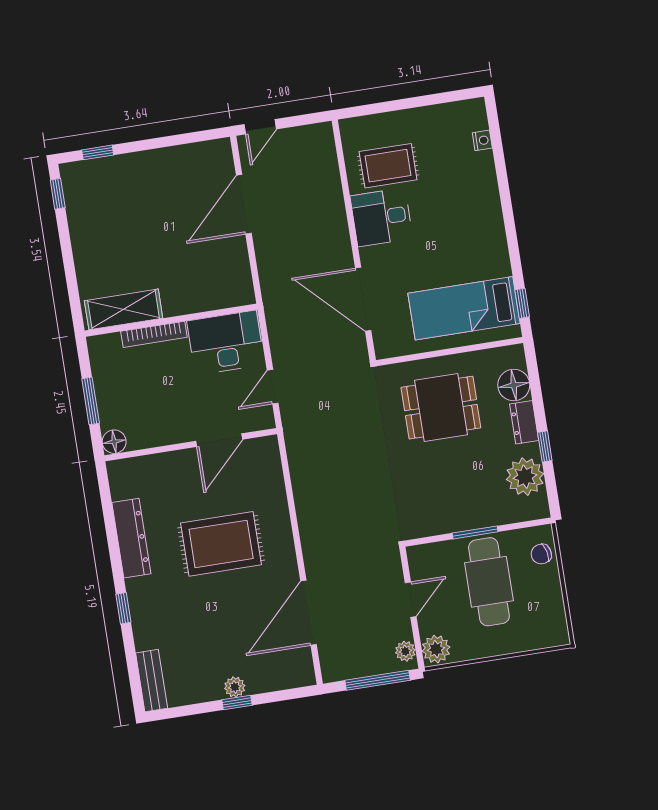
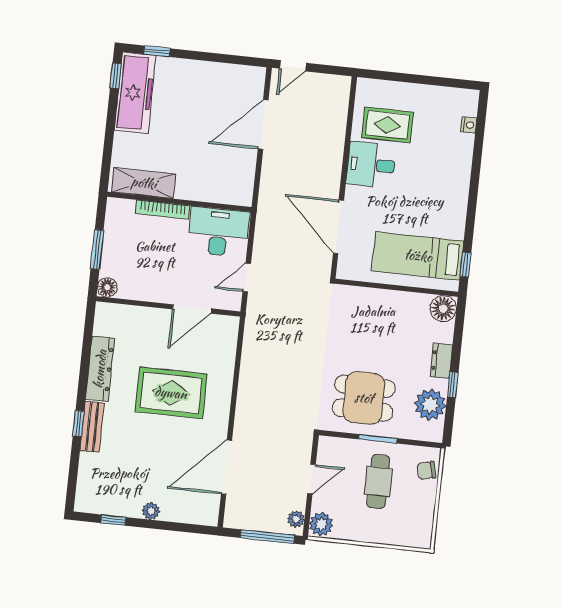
freezer: (86, 208) -> (135, 93), added
floor lamp: (514, 385) -> (443, 309), moved
dining table: (441, 408) -> (364, 398), moved
cafe table: (489, 582) -> (378, 481), width x0.73, depth x0.74
bench: (152, 681) -> (92, 427), moved
window: (237, 703) -> (113, 520), moved

